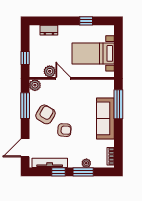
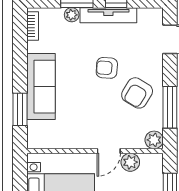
door: (63, 78) -> (109, 151), hinge flipped
window: (118, 104) -> (20, 109), width x0.69
tv unit: (50, 163) -> (108, 15), moved

